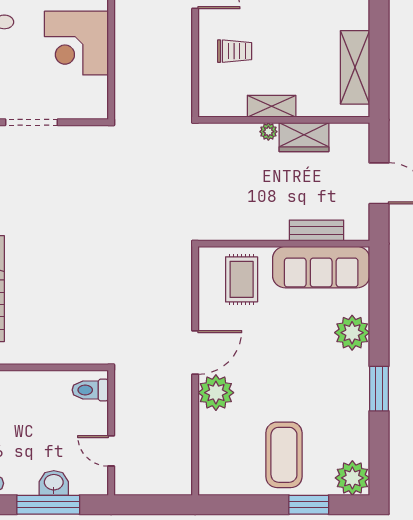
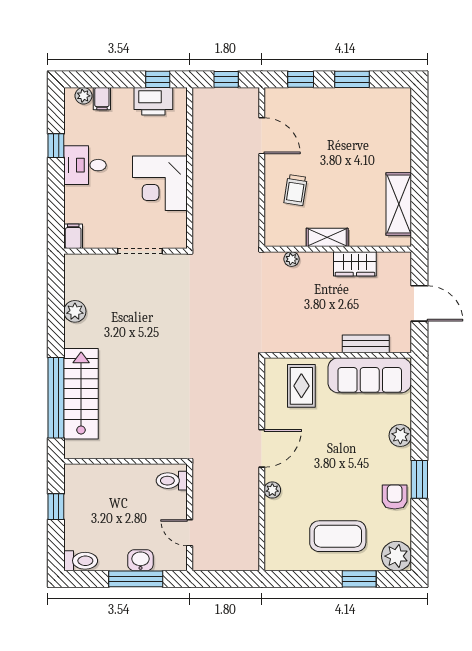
trolley: (235, 51) -> (296, 190), turned 99
doorway: (32, 122) -> (140, 251), moved
plant: (268, 132) -> (292, 259), moved
plant: (352, 333) -> (400, 436), width x0.73, depth x0.73
plant: (216, 393) -> (272, 490), width x0.53, depth x0.53
armchair: (350, 409) -> (395, 497), added
coffee table: (284, 455) -> (338, 536), turned 90

